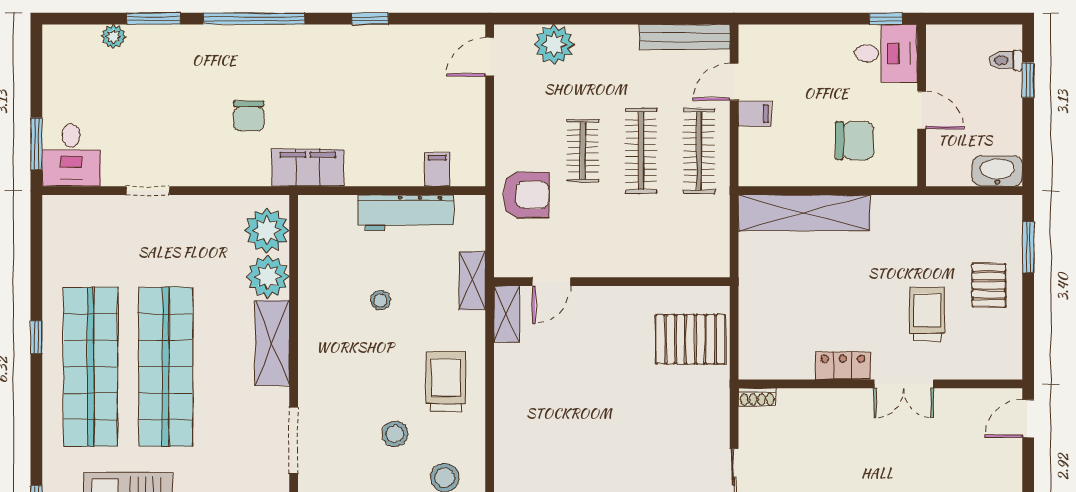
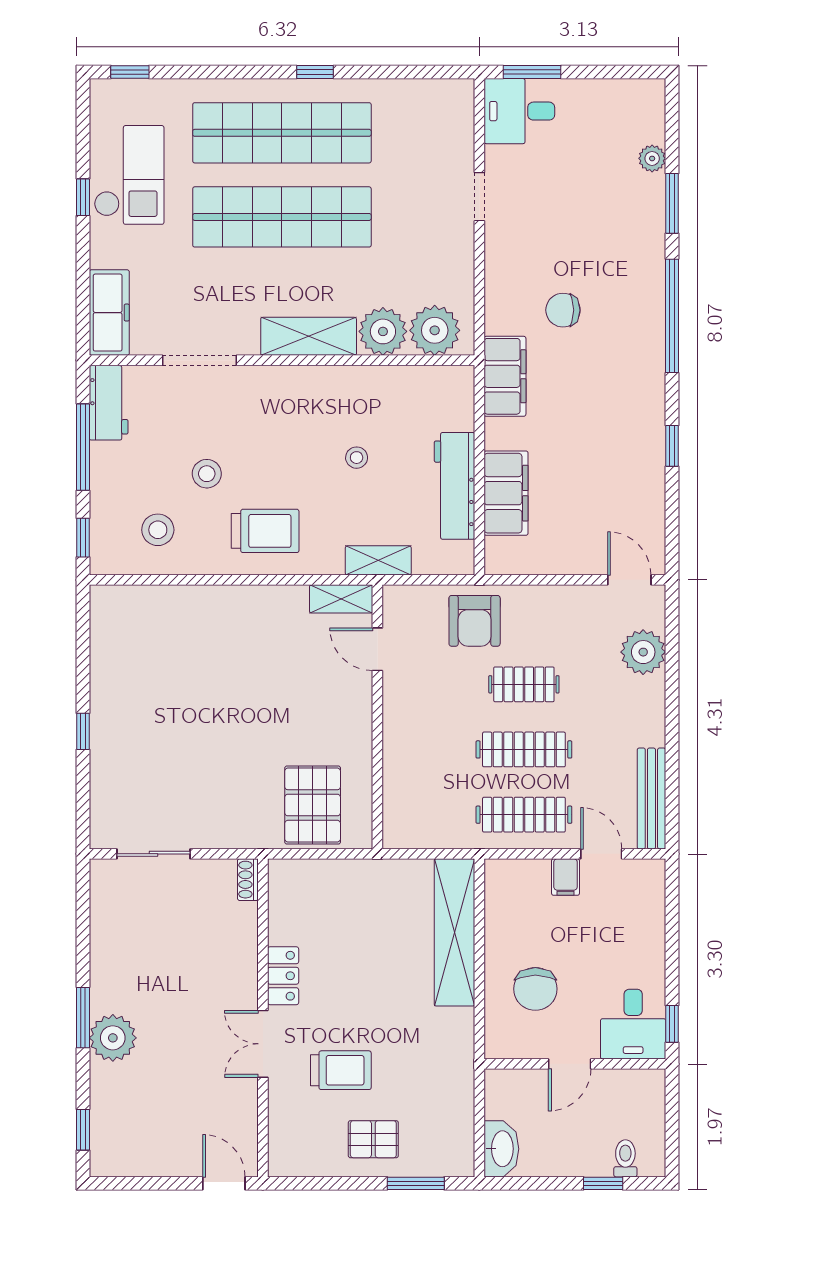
filing cabinet: (437, 170) -> (506, 493), width x3.00, depth x1.17

